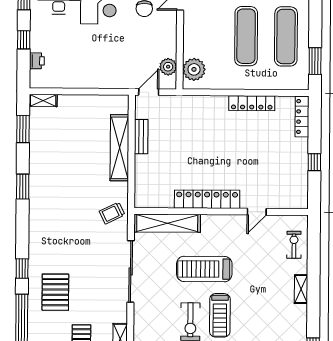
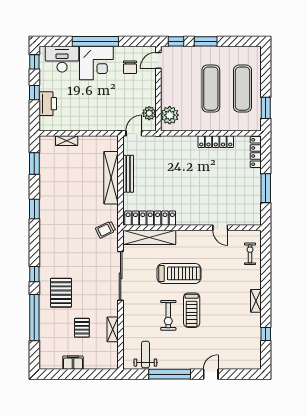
printer: (37, 61) -> (48, 104), width x1.87, depth x1.48
shelving: (43, 100) -> (67, 141), moved
bench: (141, 137) -> (128, 174), width x1.36
window: (314, 162) -> (266, 188), width x2.17
locker: (207, 199) -> (150, 218), moved
door: (257, 212) -> (220, 228), hinge flipped
treadmill: (204, 269) -> (179, 273), turned 180
shelving: (301, 289) -> (256, 301), moved

